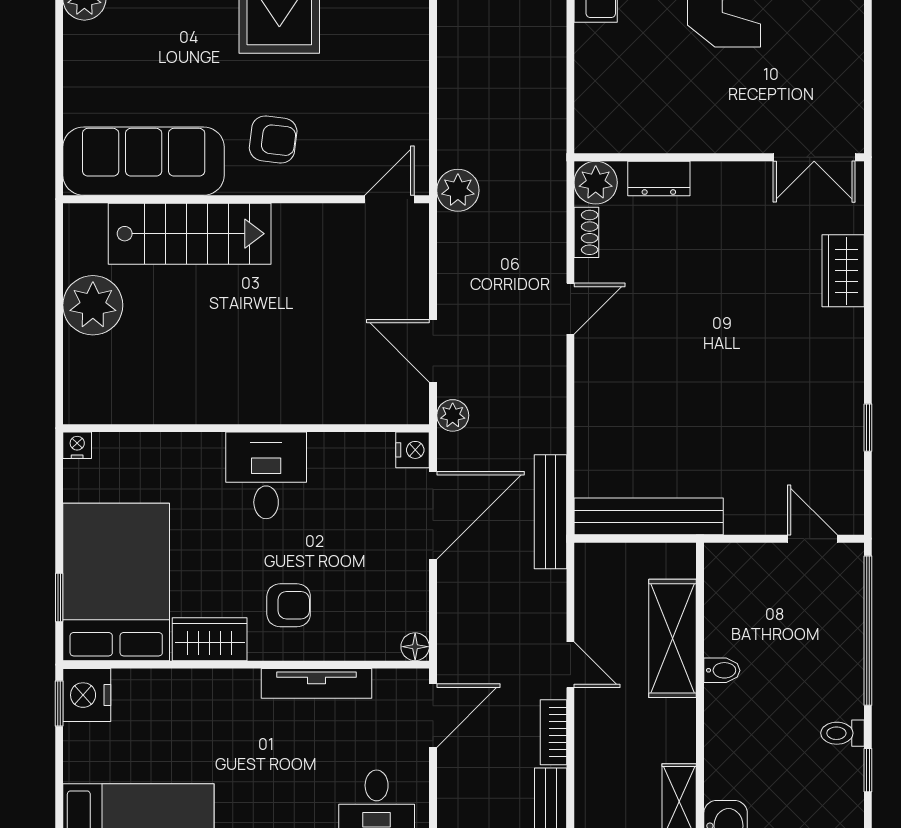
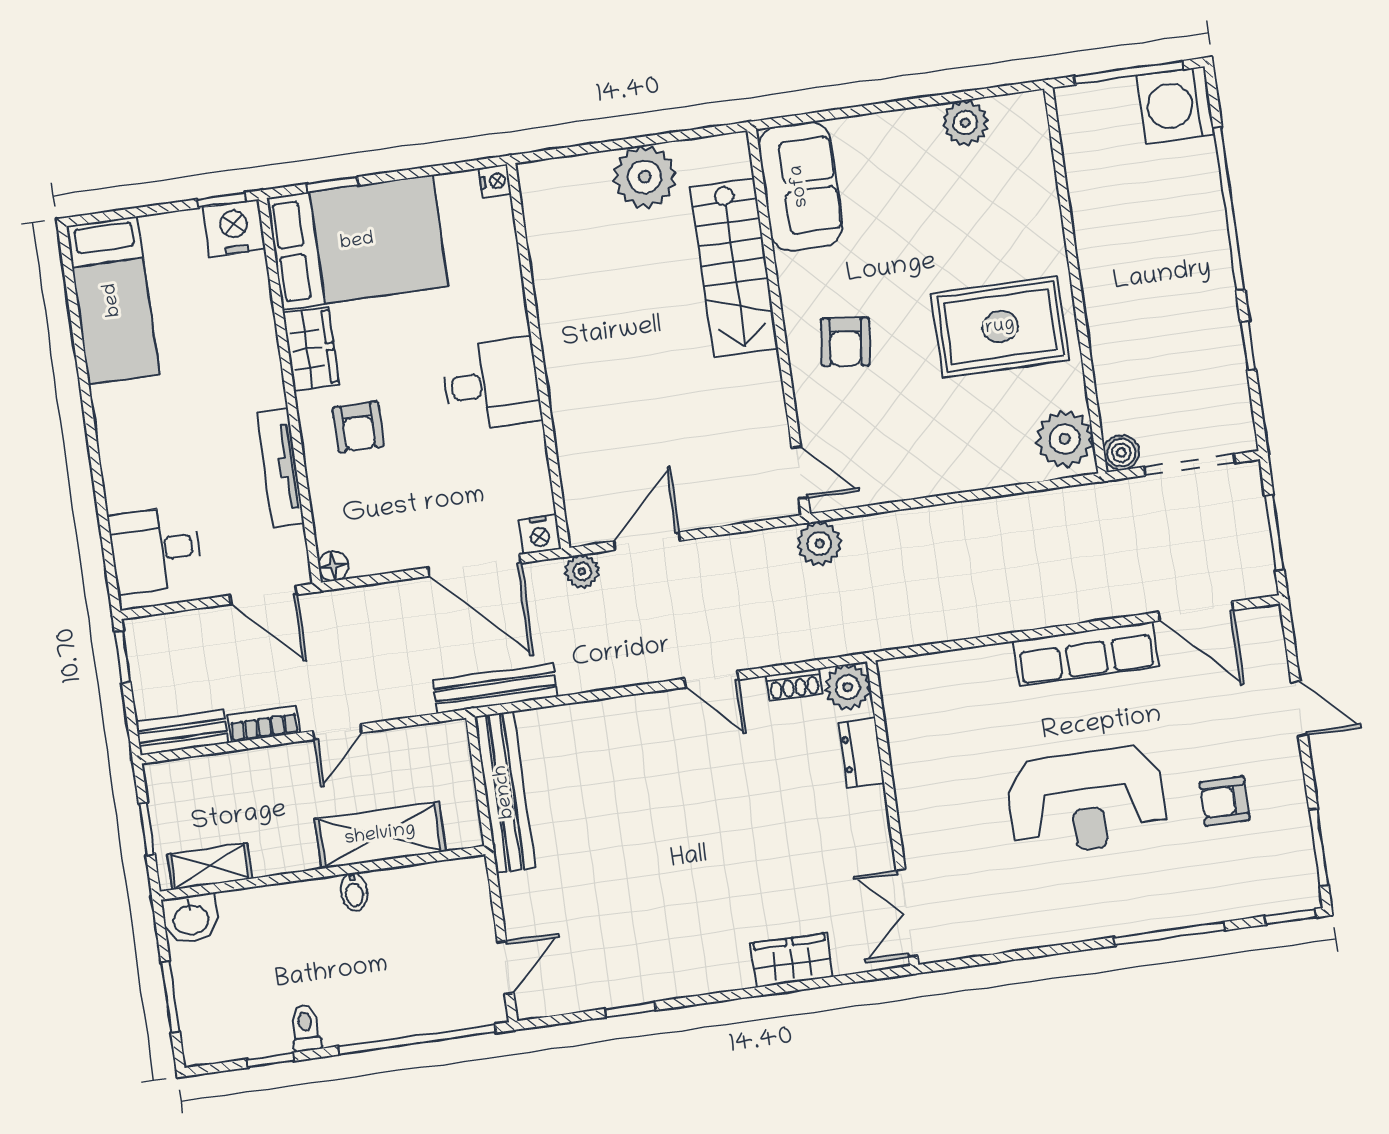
sofa: (144, 161) -> (800, 186), width x0.73

